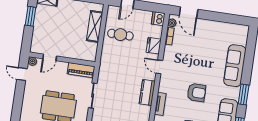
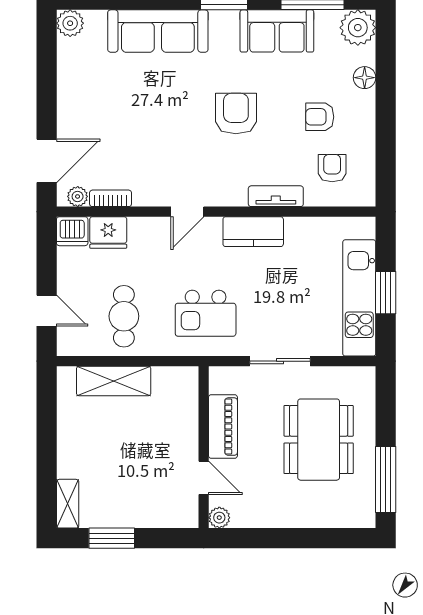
plant: (243, 30) -> (70, 23), added
fridge: (154, 46) -> (108, 233), moved
kitchen island: (117, 68) -> (206, 313), added
piano: (81, 70) -> (223, 427), moved
door: (22, 74) -> (253, 538), removed

